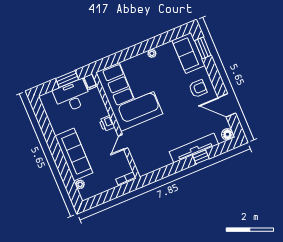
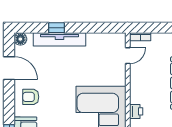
printer: (107, 124) -> (136, 111), moved
door: (123, 142) -> (128, 56), moved

